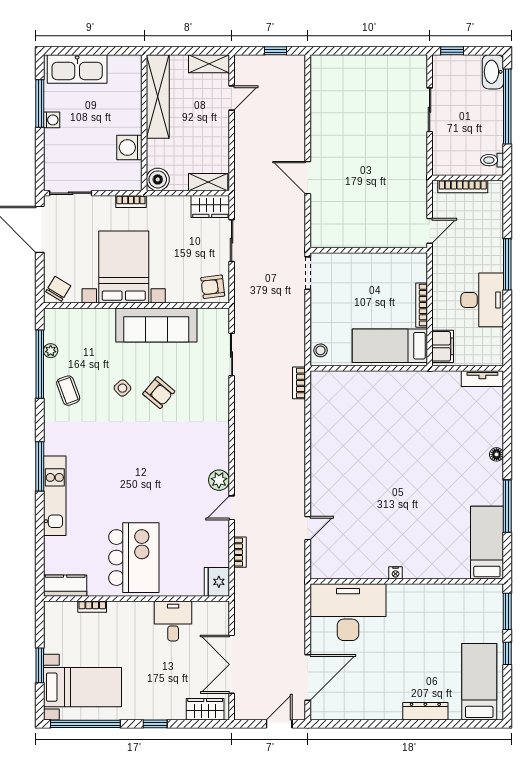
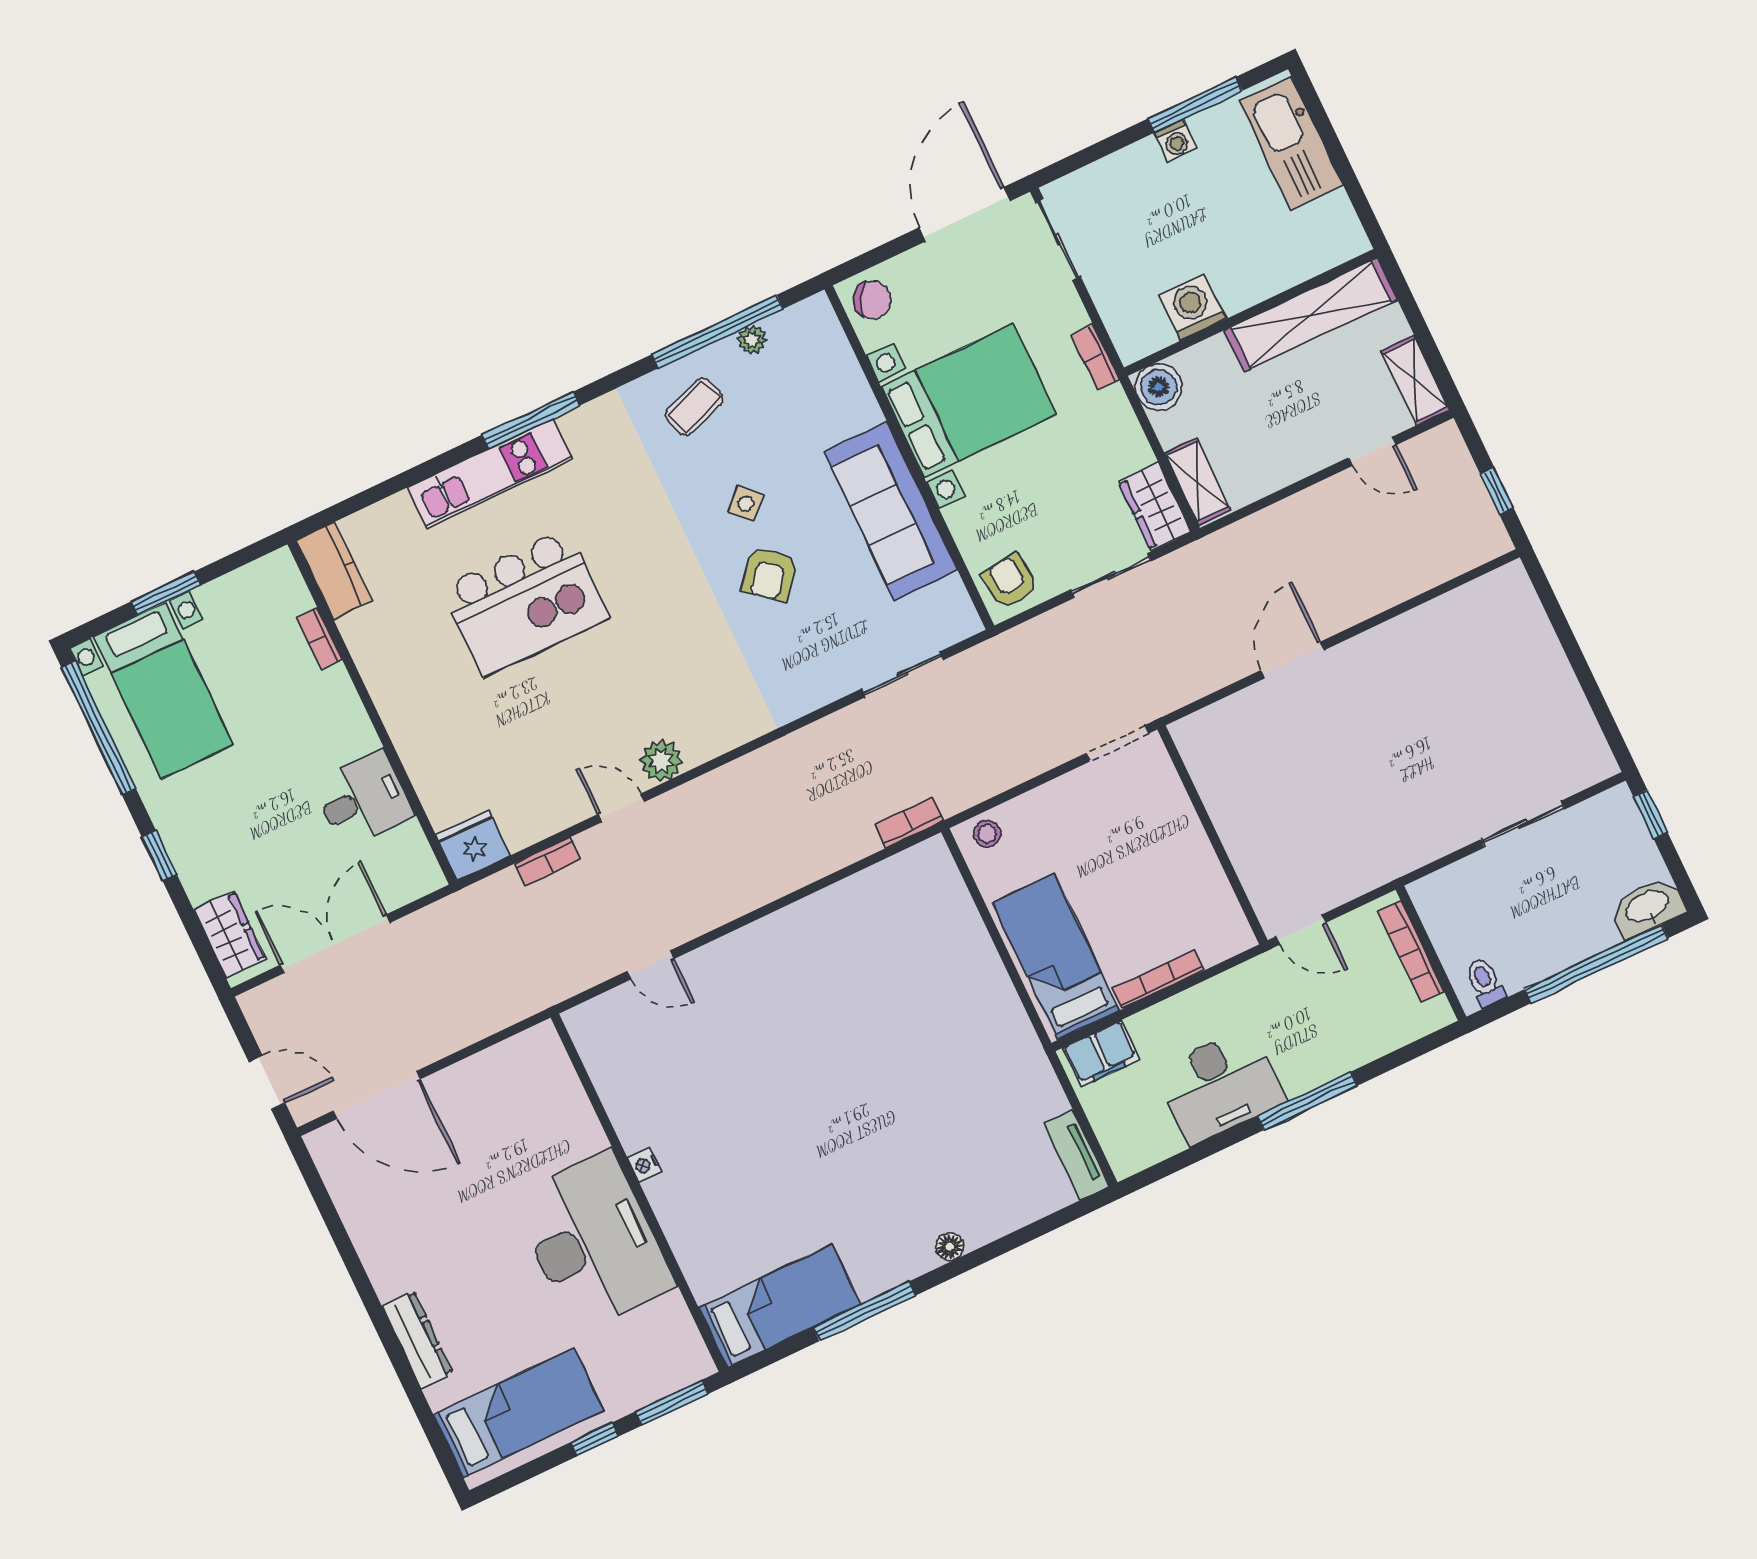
kitchen island: (134, 558) -> (525, 603), moved
desk: (348, 612) -> (593, 1241), moved

